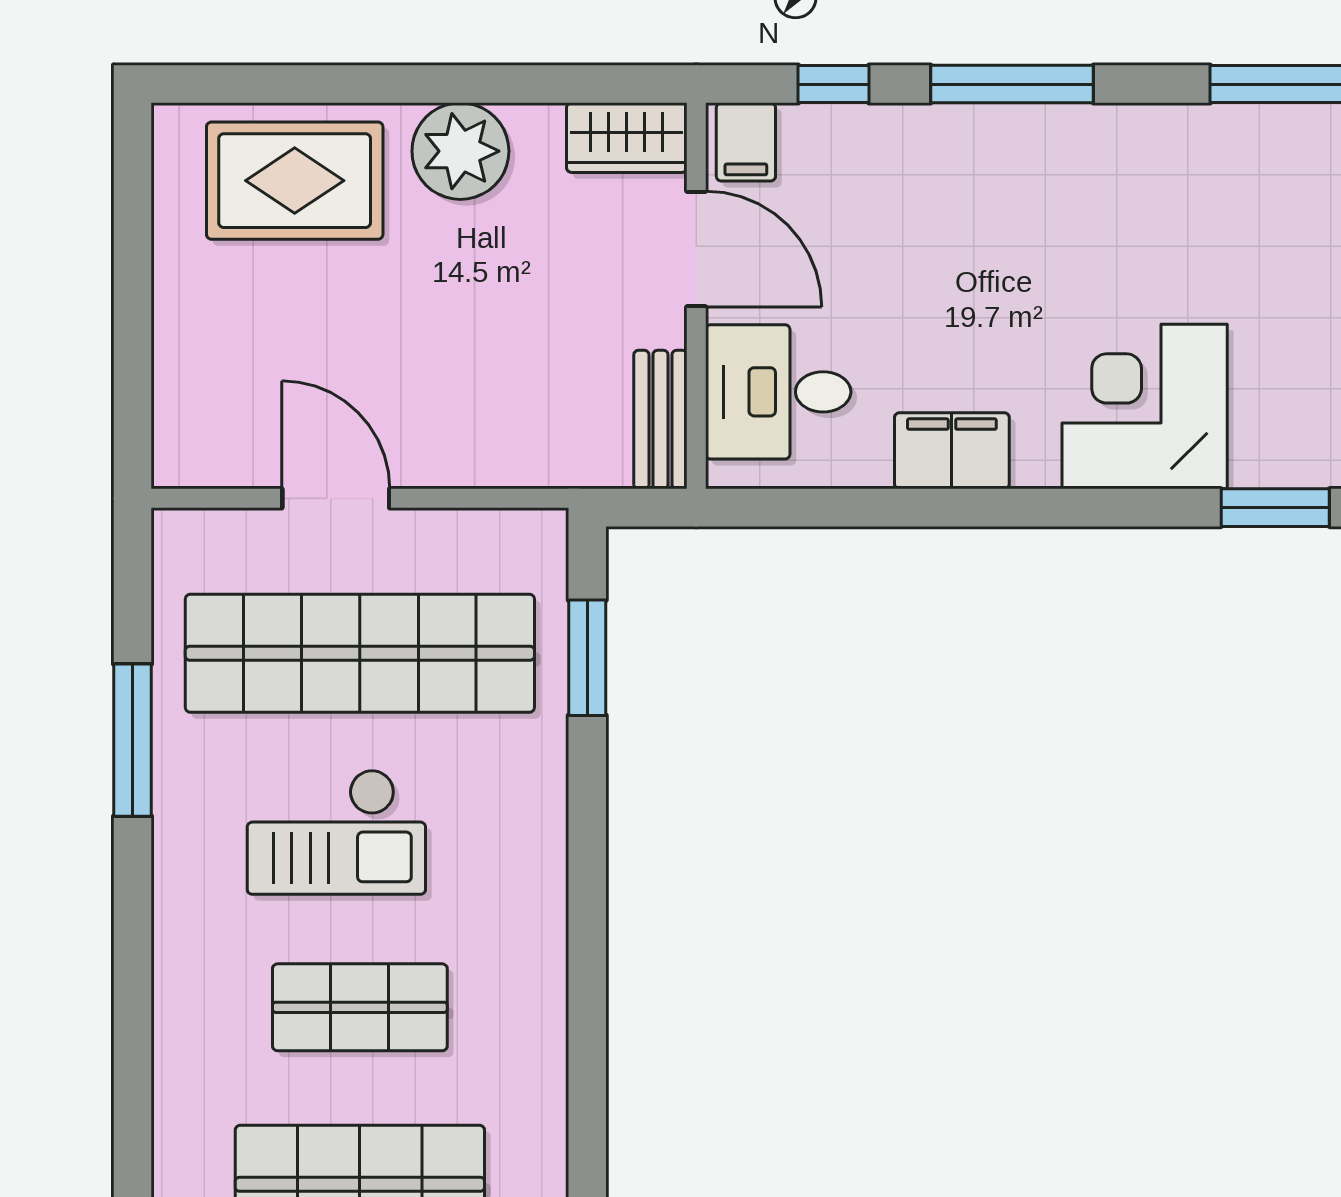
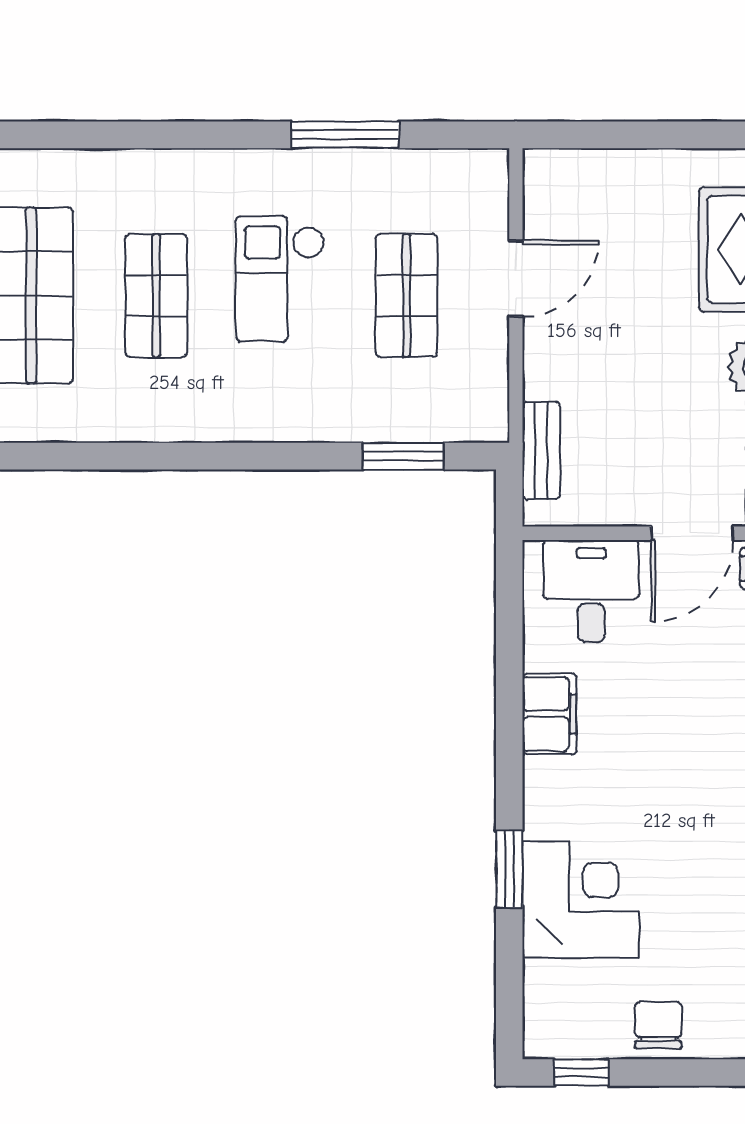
corner desk: (1145, 407) -> (581, 900), moved
bench: (660, 420) -> (541, 451), moved, turned 90
window: (1275, 508) -> (509, 869), moved
shop shelf: (360, 653) -> (406, 296), width x0.50, depth x0.74

